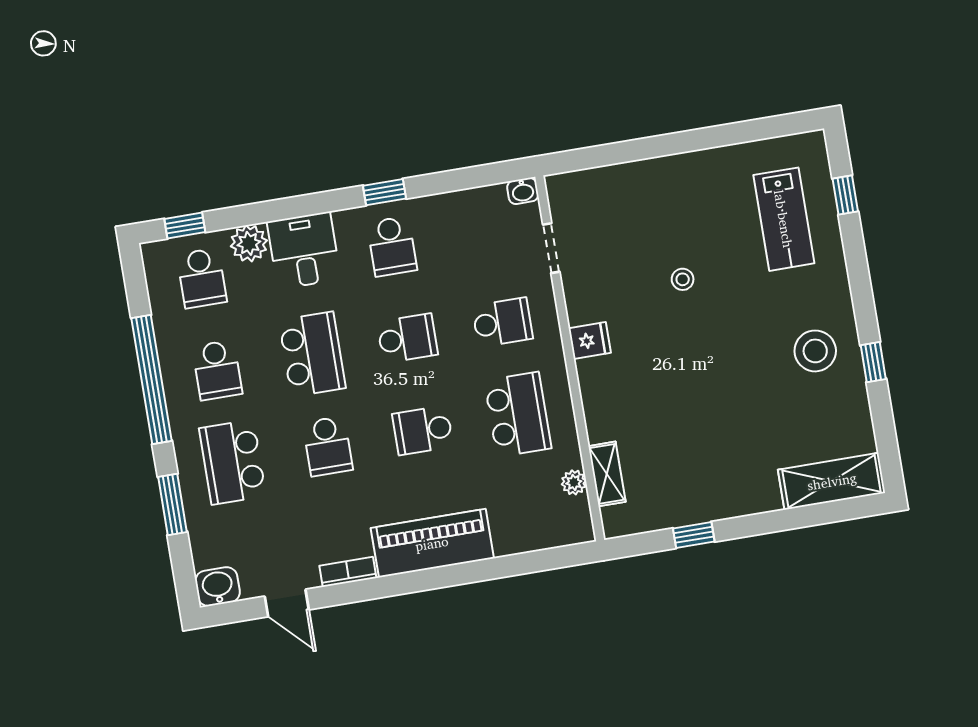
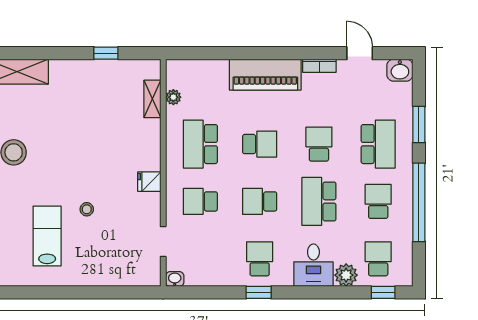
lab bench: (784, 219) -> (47, 236), moved

